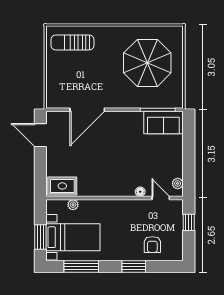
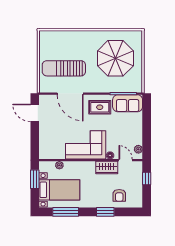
sun lounger: (72, 43) -> (64, 68), moved, width x1.36, depth x1.34
door: (87, 110) -> (70, 94), hinge flipped
corner sofa: (108, 178) -> (86, 145), added
rug: (62, 186) -> (100, 107), moved
wardrobe: (136, 208) -> (107, 168), added
window: (40, 237) -> (35, 179), moved

